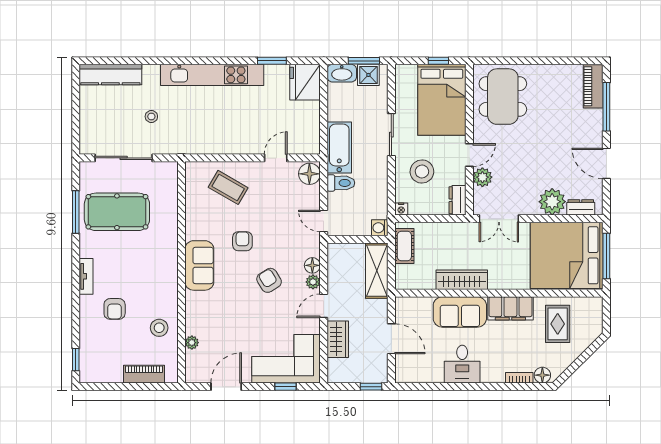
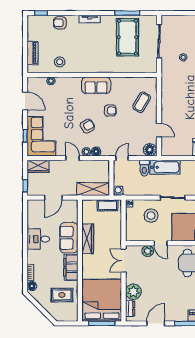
dresser: (458, 200) -> (134, 236), removed
armchair: (115, 309) -> (60, 23), moved
wardrobe: (338, 339) -> (38, 166), moved

